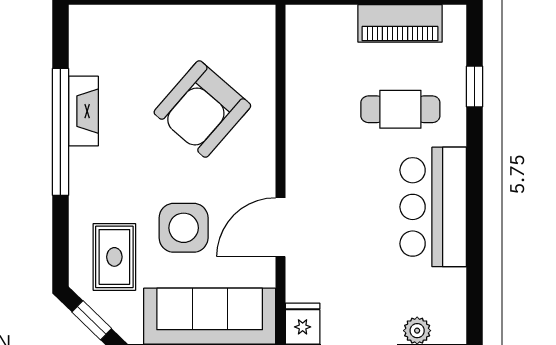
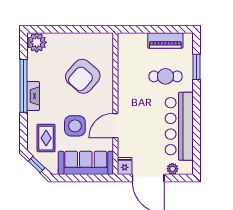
plant: (92, 28) -> (37, 42), added
window: (475, 86) -> (196, 67), width x1.50
fireplace: (83, 111) -> (33, 96), moved
bar counter: (433, 207) -> (179, 126), width x1.36

